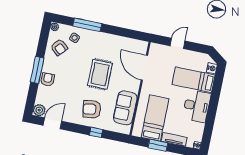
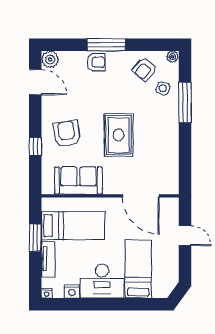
door: (144, 68) -> (141, 196), swing flipped
nightstand: (212, 68) -> (72, 291), moved
rug: (100, 74) -> (119, 135), turned 90

